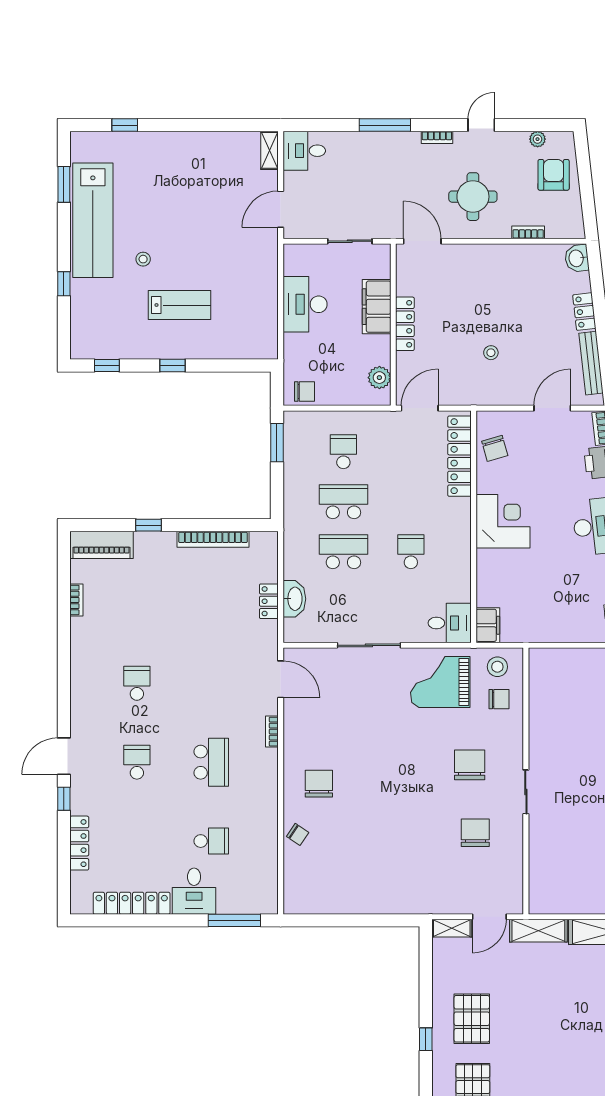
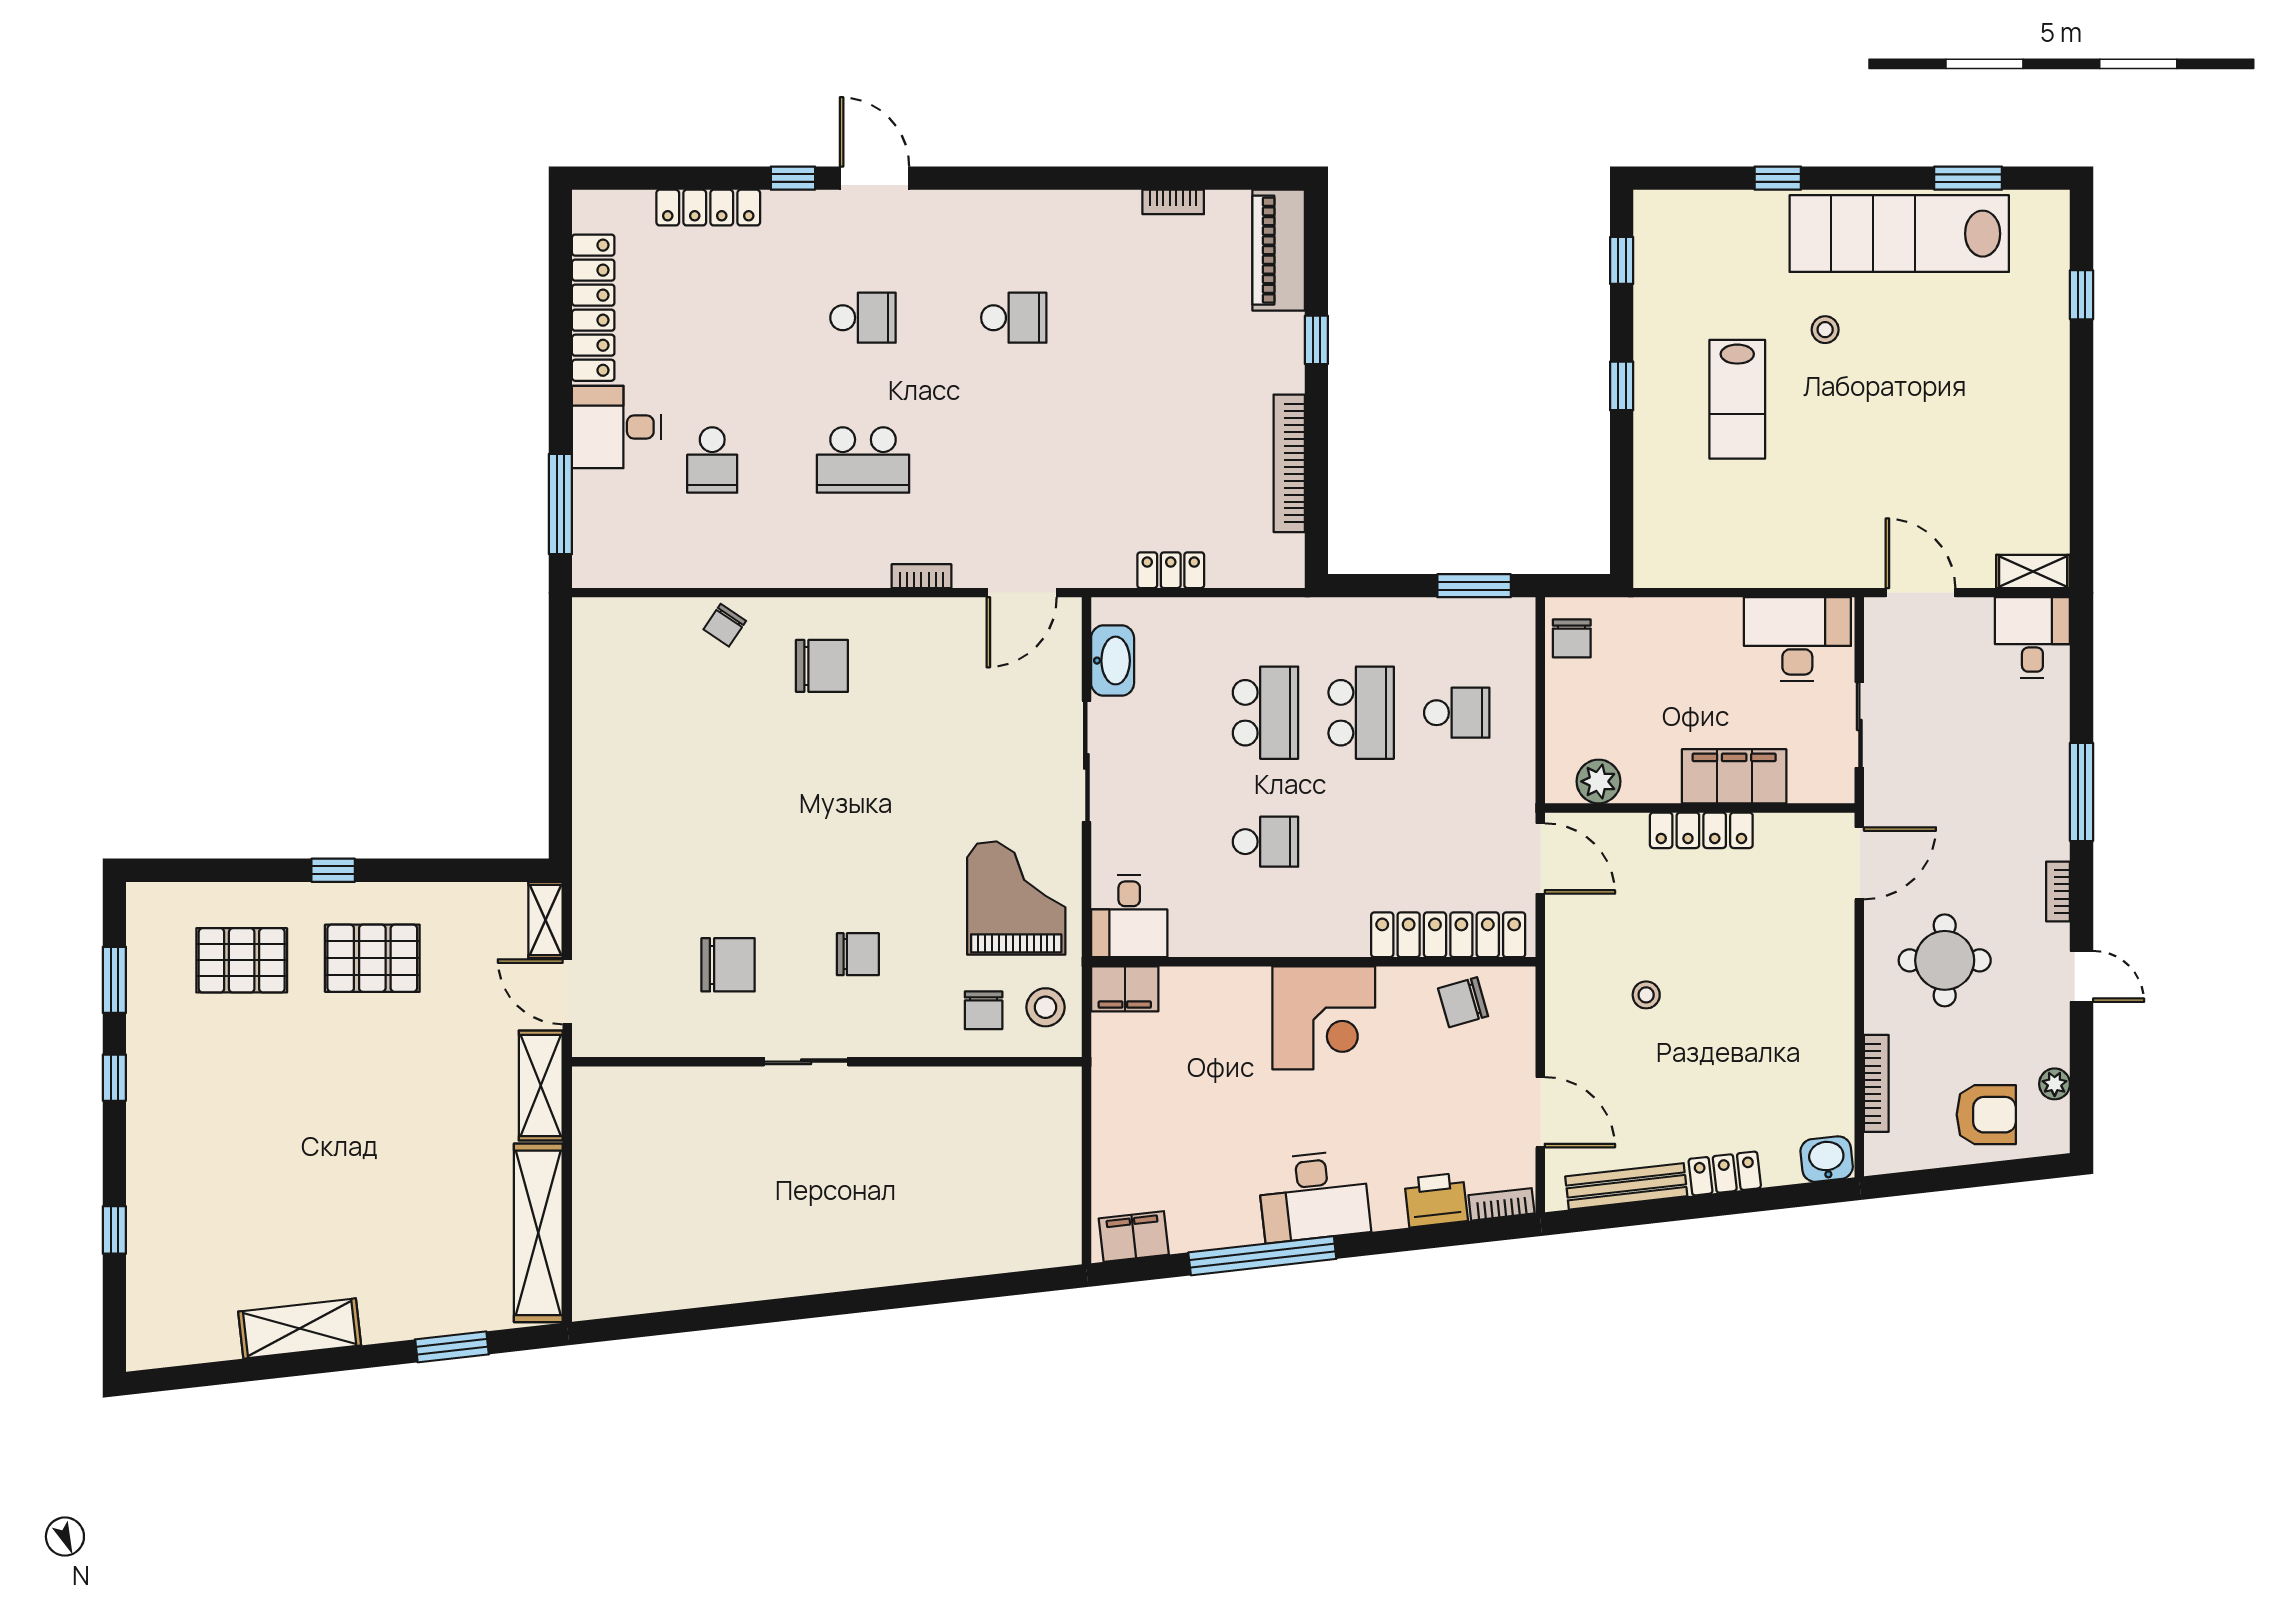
bookcase: (528, 232) -> (1876, 1083), width x1.56
desk: (305, 304) -> (1797, 639), moved
washbasin: (294, 599) -> (1113, 661), moved, turned -90
chair: (470, 765) -> (858, 954), width x0.73, depth x0.73

